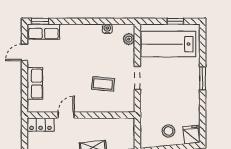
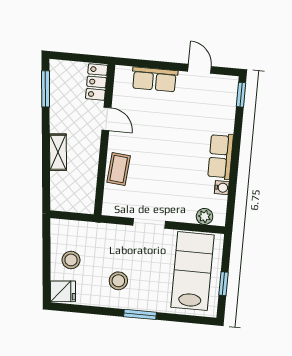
row of seats: (43, 32) -> (221, 156), moved
coffee table: (103, 84) -> (119, 169), moved
stool: (180, 96) -> (118, 281), added

